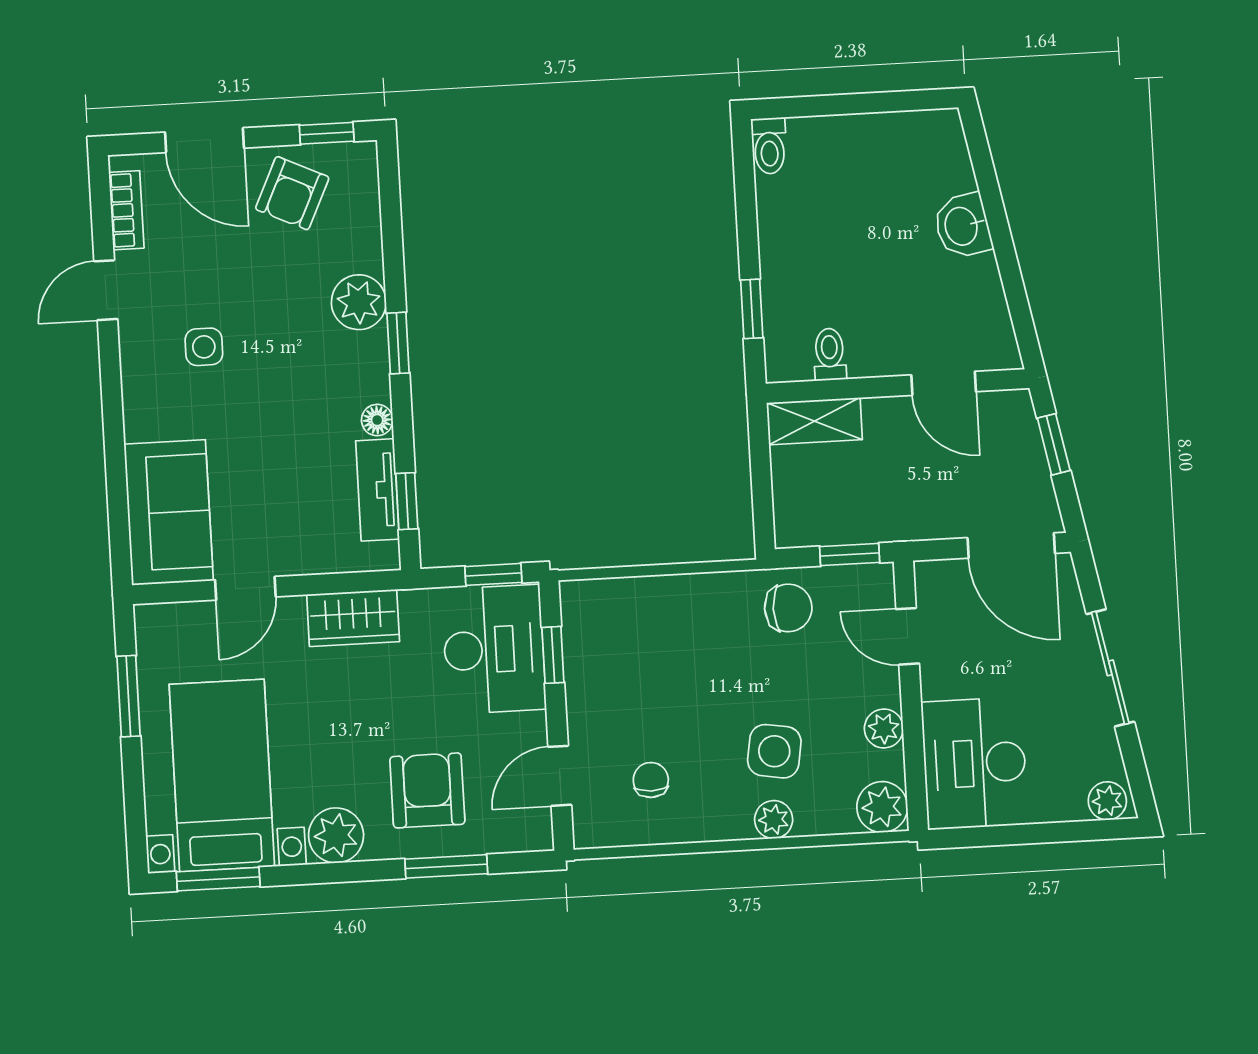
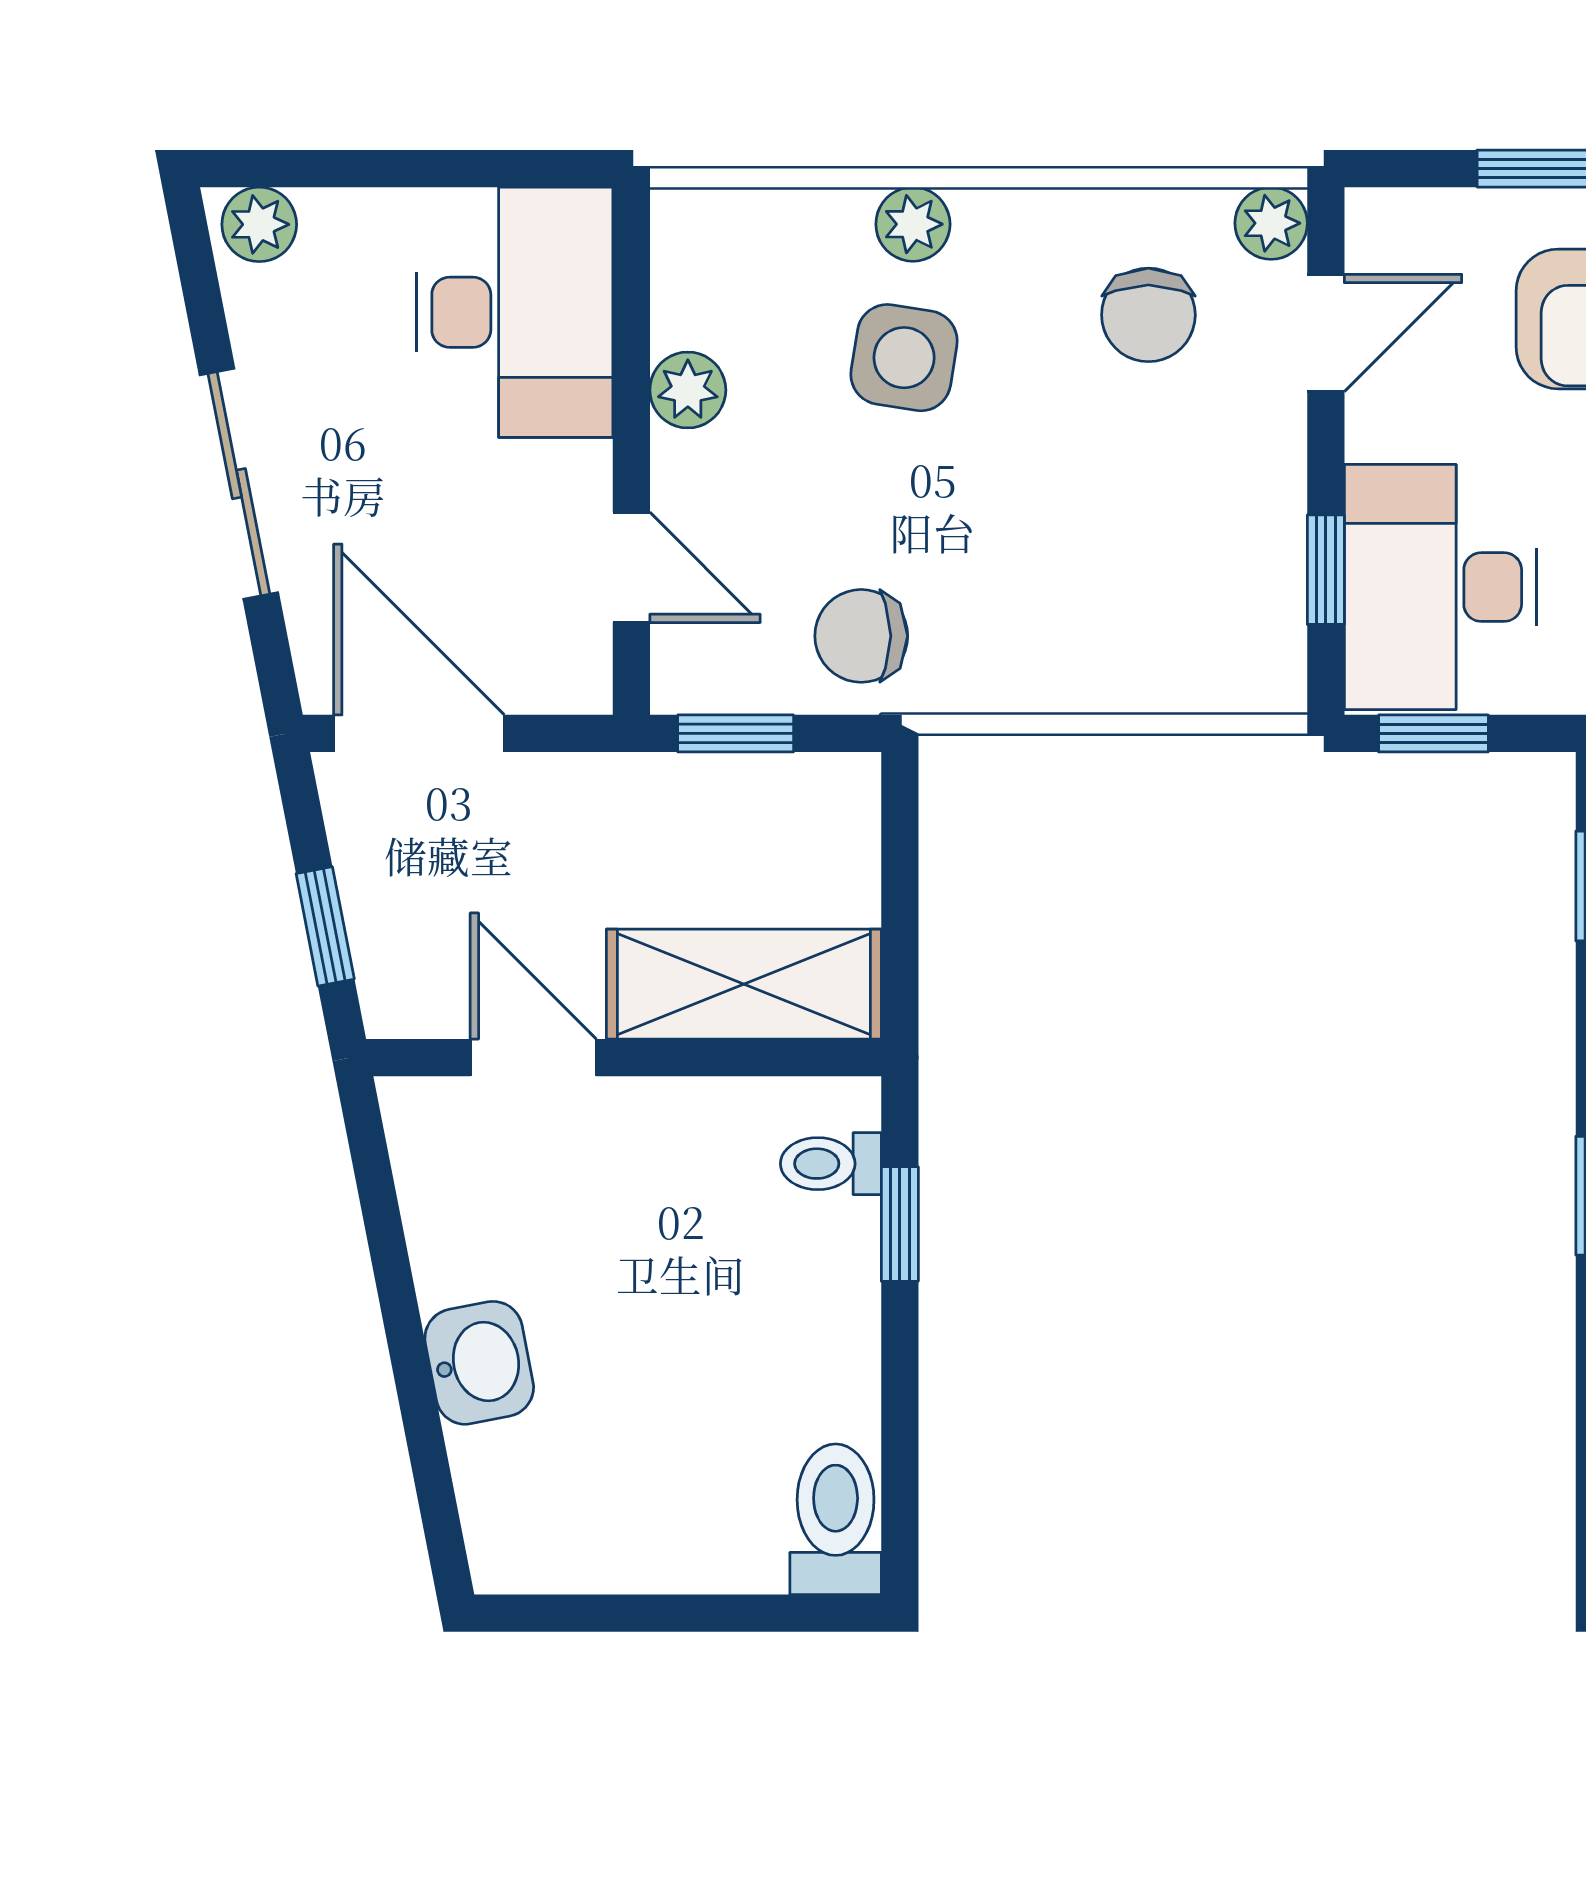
toilet: (769, 146) -> (836, 1519), width x1.37, depth x1.39
toilet: (830, 354) -> (831, 1164), moved, turned 90
shelving: (814, 421) -> (744, 984), width x1.50, depth x1.33
chair: (651, 780) -> (1148, 315), width x1.37, depth x1.37
plant: (882, 807) -> (1271, 223), moved, width x0.73, depth x0.73

